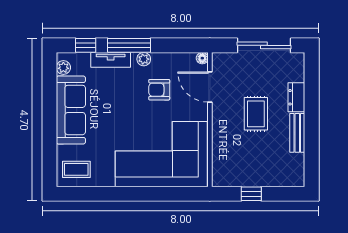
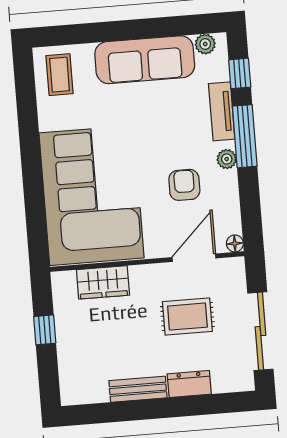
rug: (256, 114) -> (187, 317), moved
wardrobe: (222, 151) -> (103, 282), added

